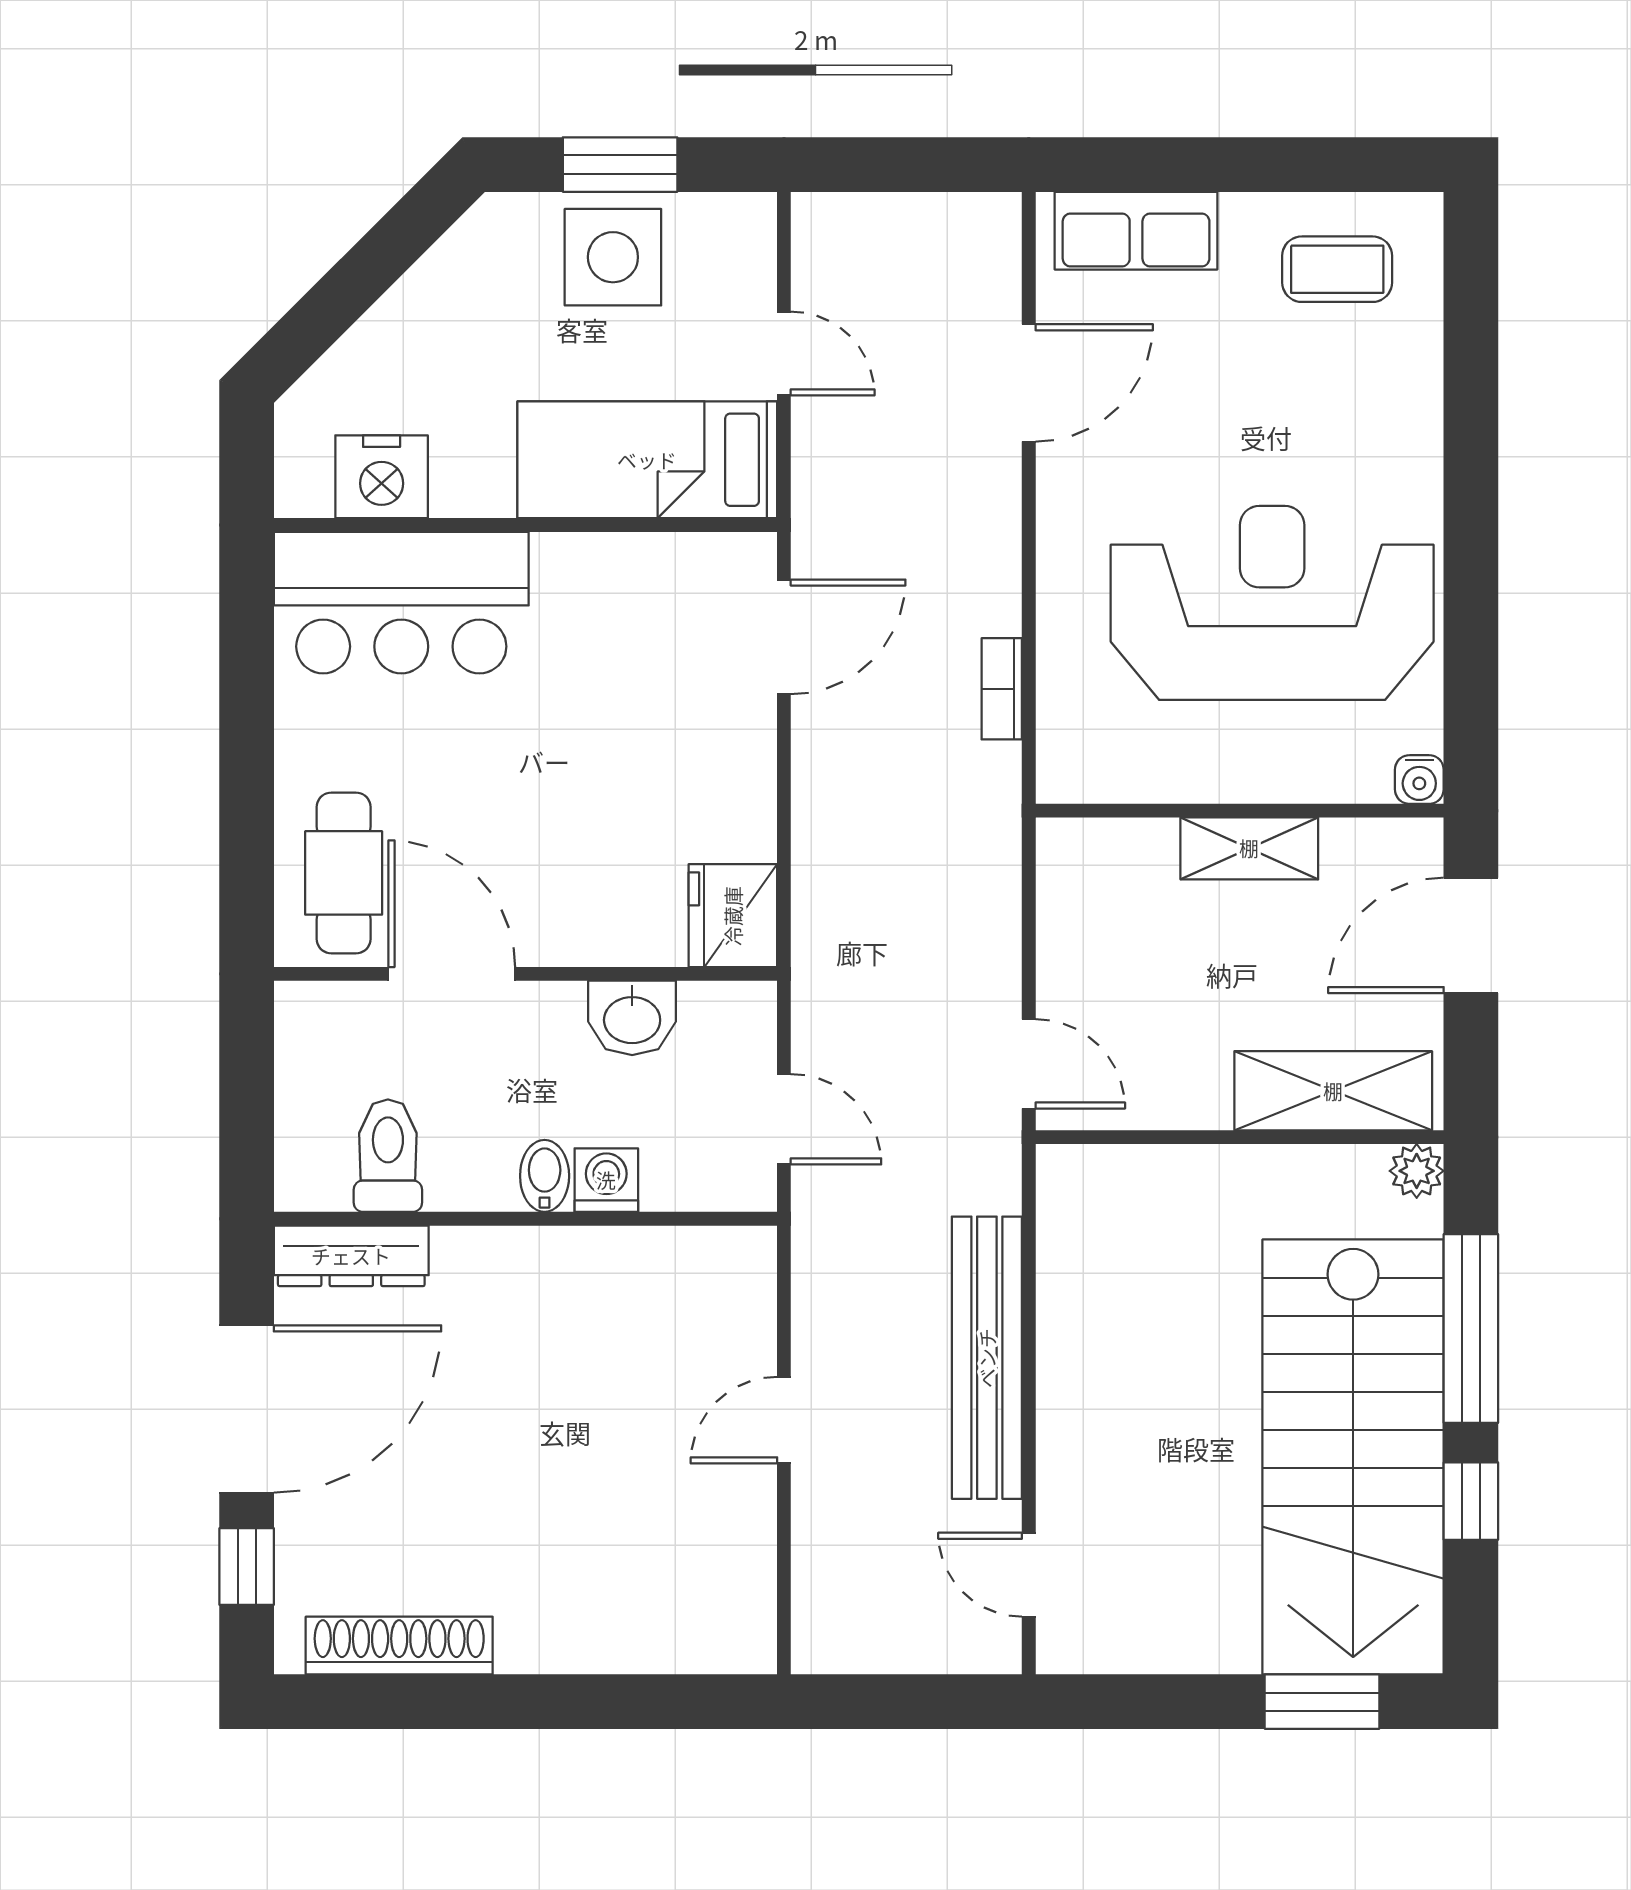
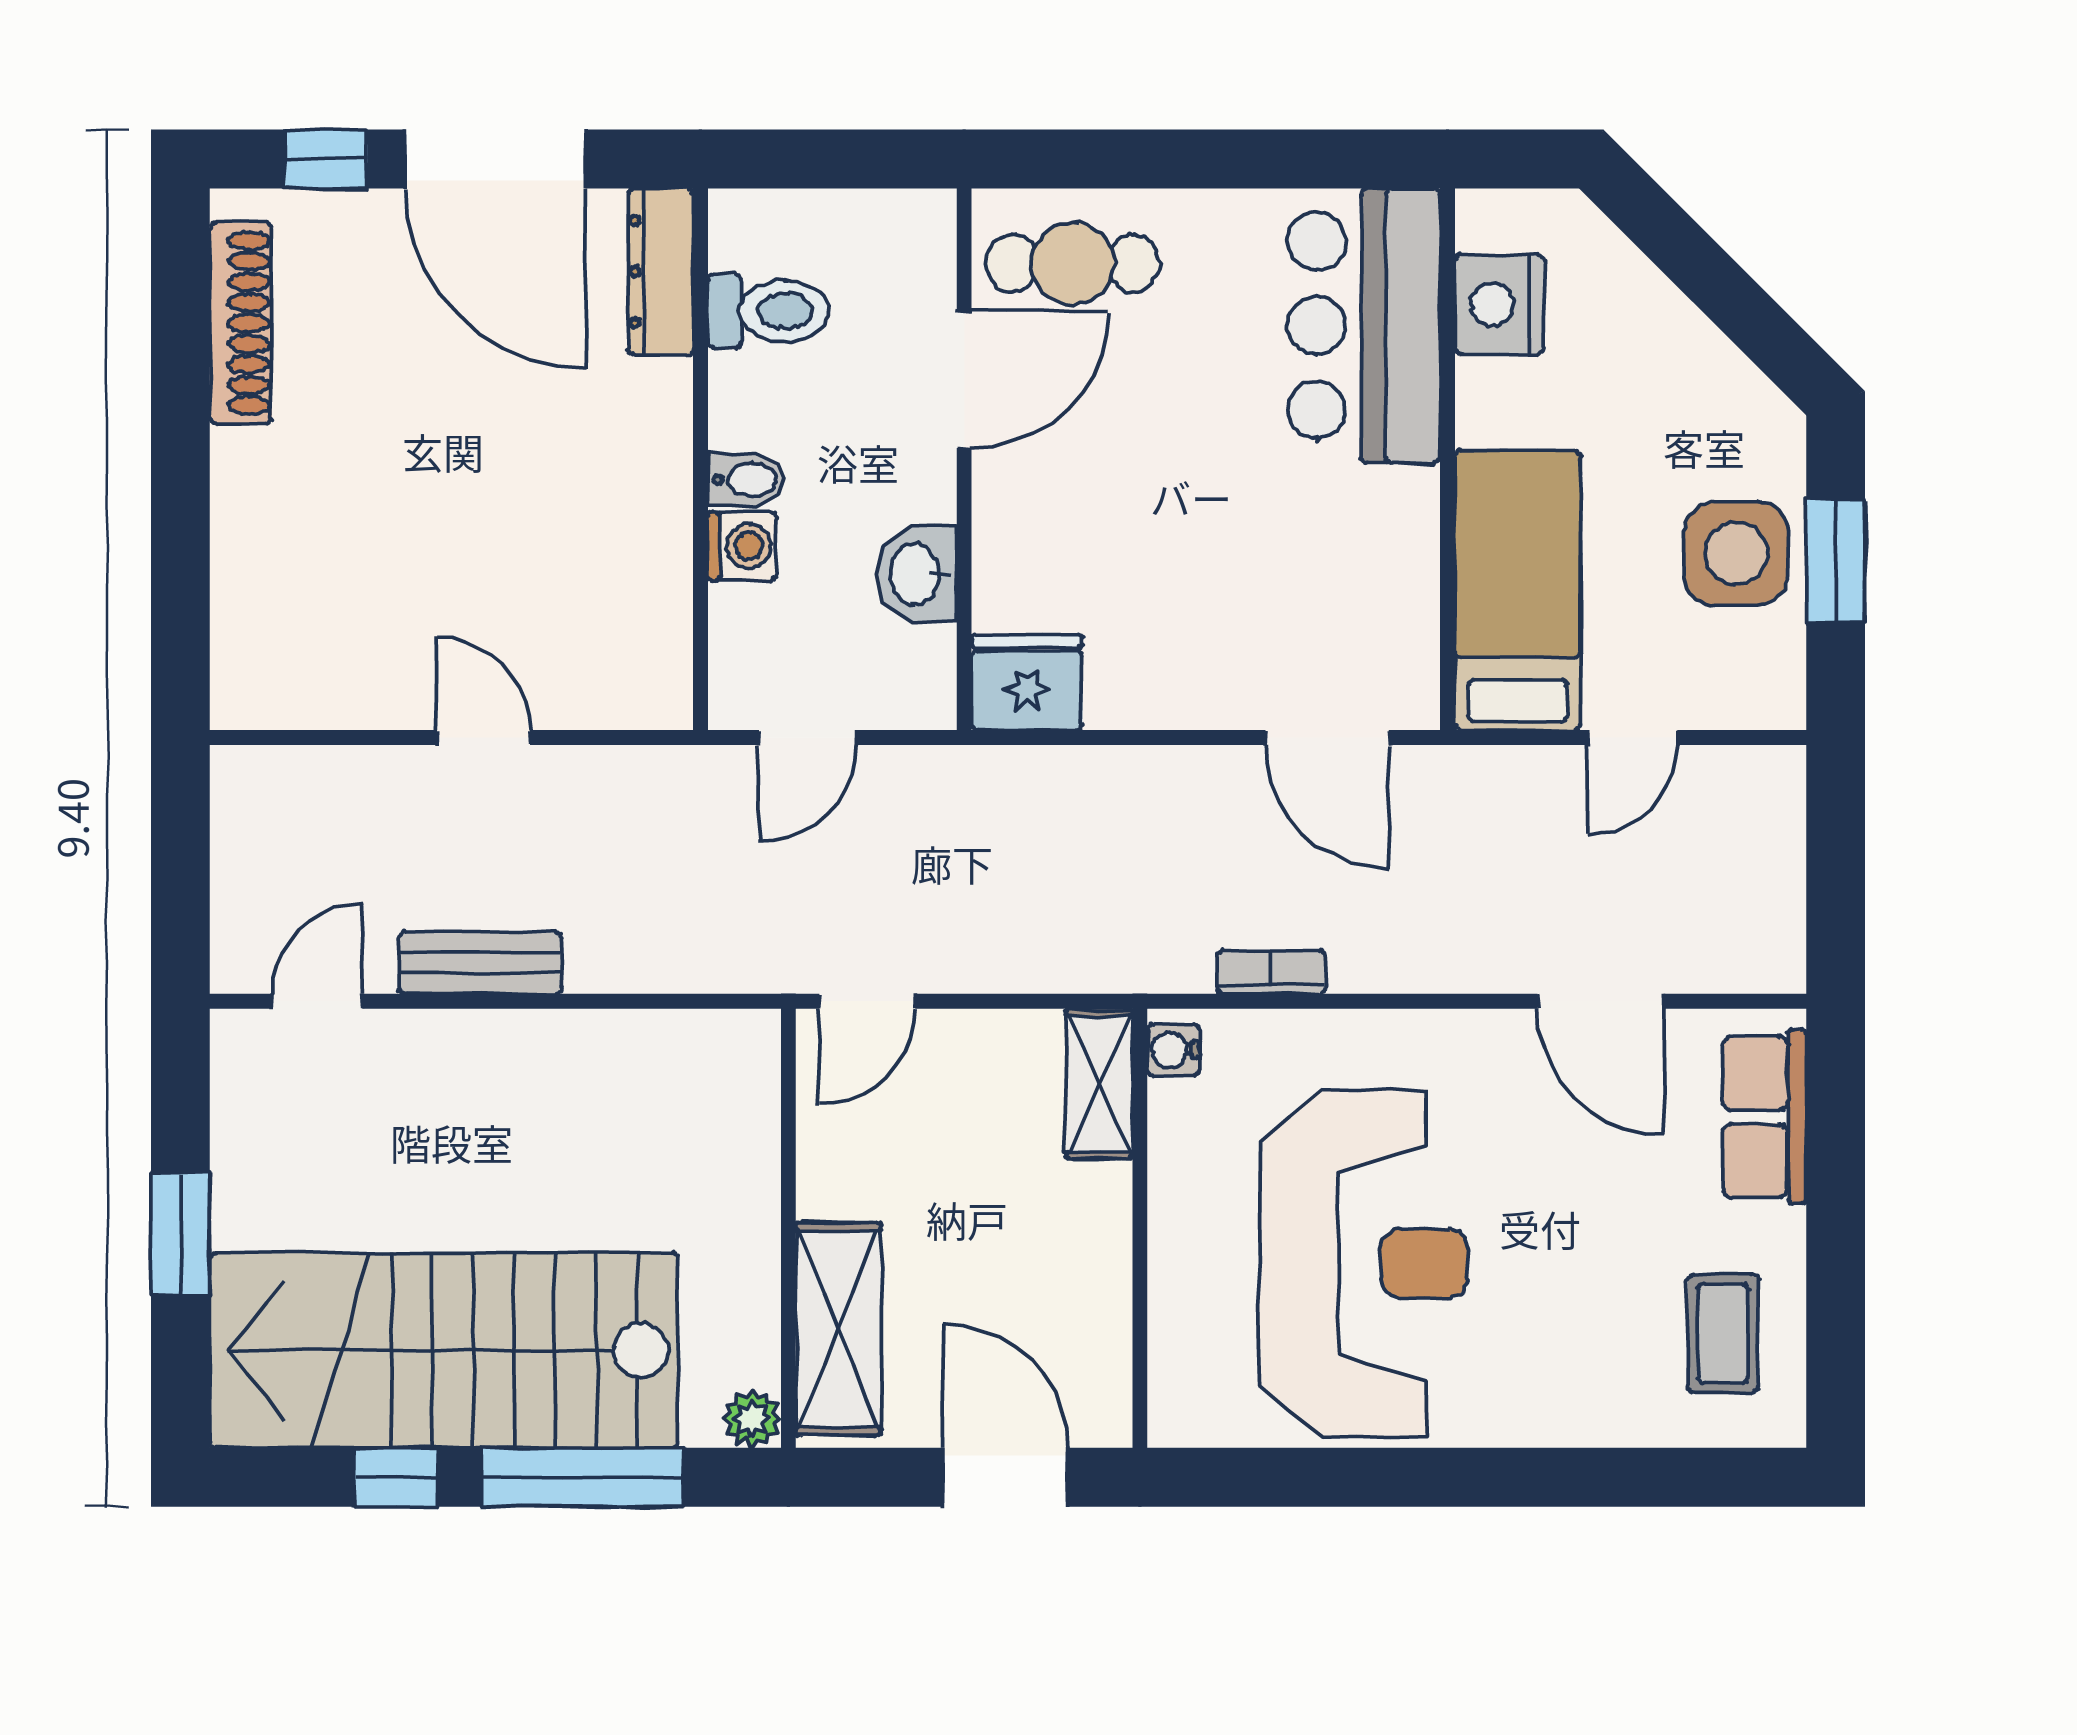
water cooler: (1419, 780) -> (1173, 1050), moved
shelving: (1249, 848) -> (1099, 1084), moved
bench: (987, 1358) -> (480, 963), width x0.54, depth x0.82
window: (1322, 1702) -> (180, 1234), moved

